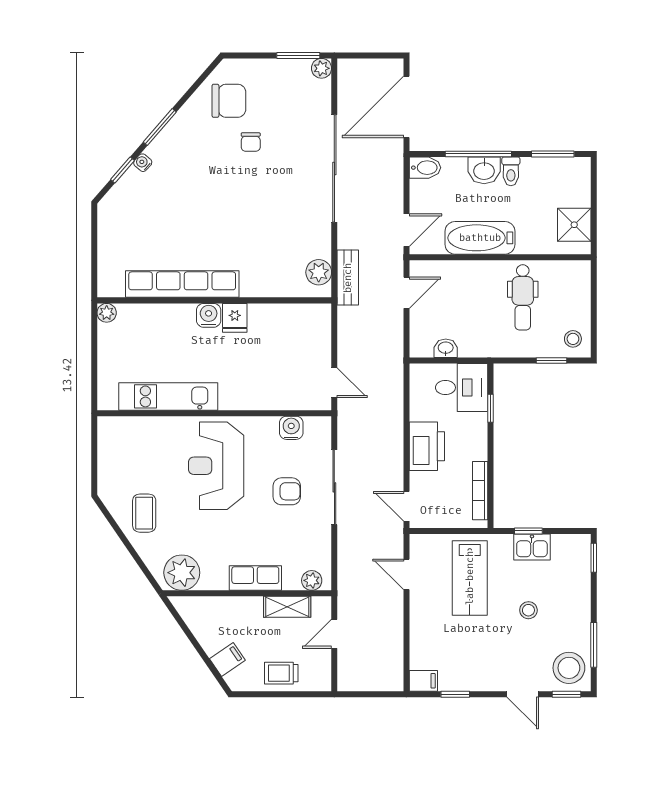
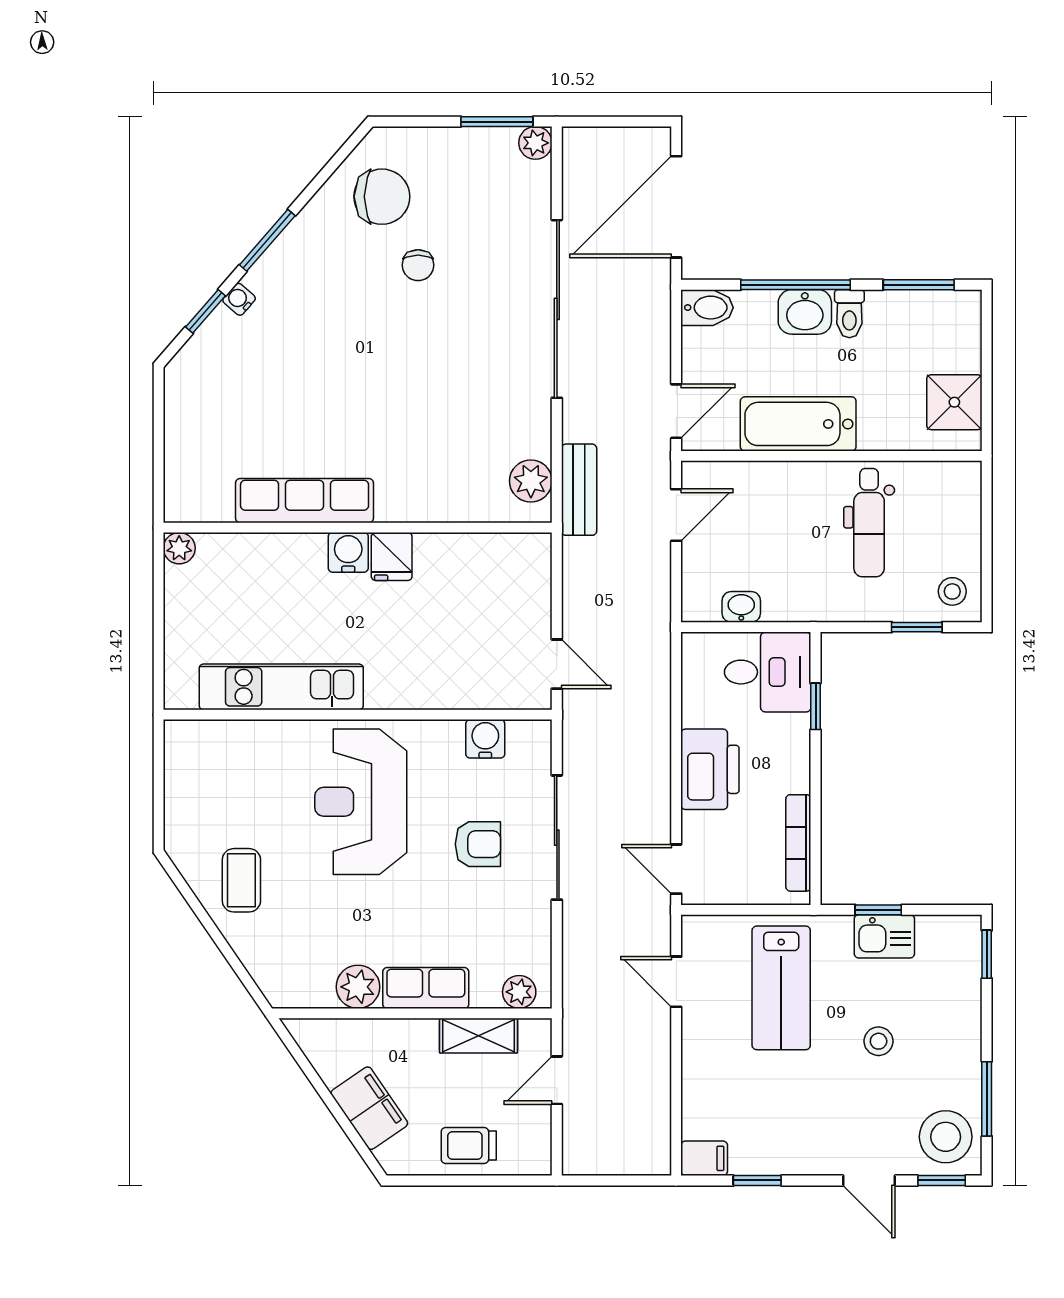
row of seats: (182, 284) -> (305, 501), width x0.73
plant: (182, 573) -> (358, 987), moved, width x0.73, depth x0.73
filing cabinet: (227, 659) -> (369, 1108), width x2.00

